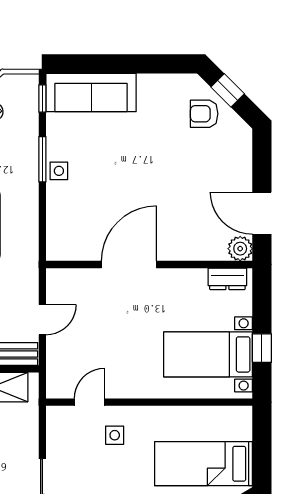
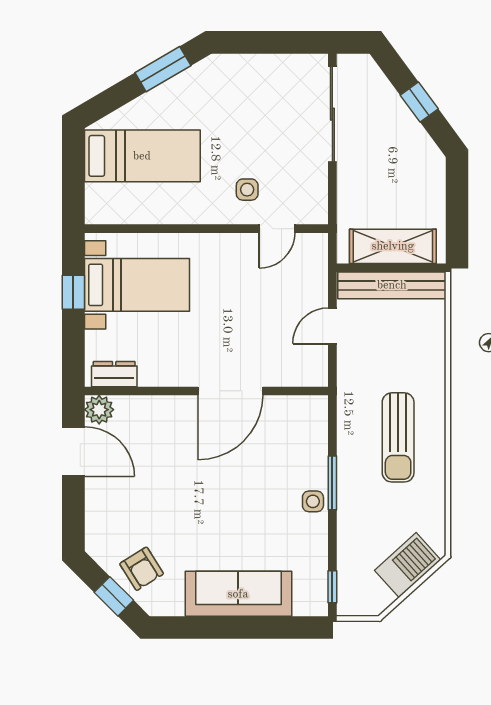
sofa: (91, 93) -> (238, 594), moved
armchair: (204, 114) -> (142, 569), turned 58
window: (42, 159) -> (332, 483), moved

